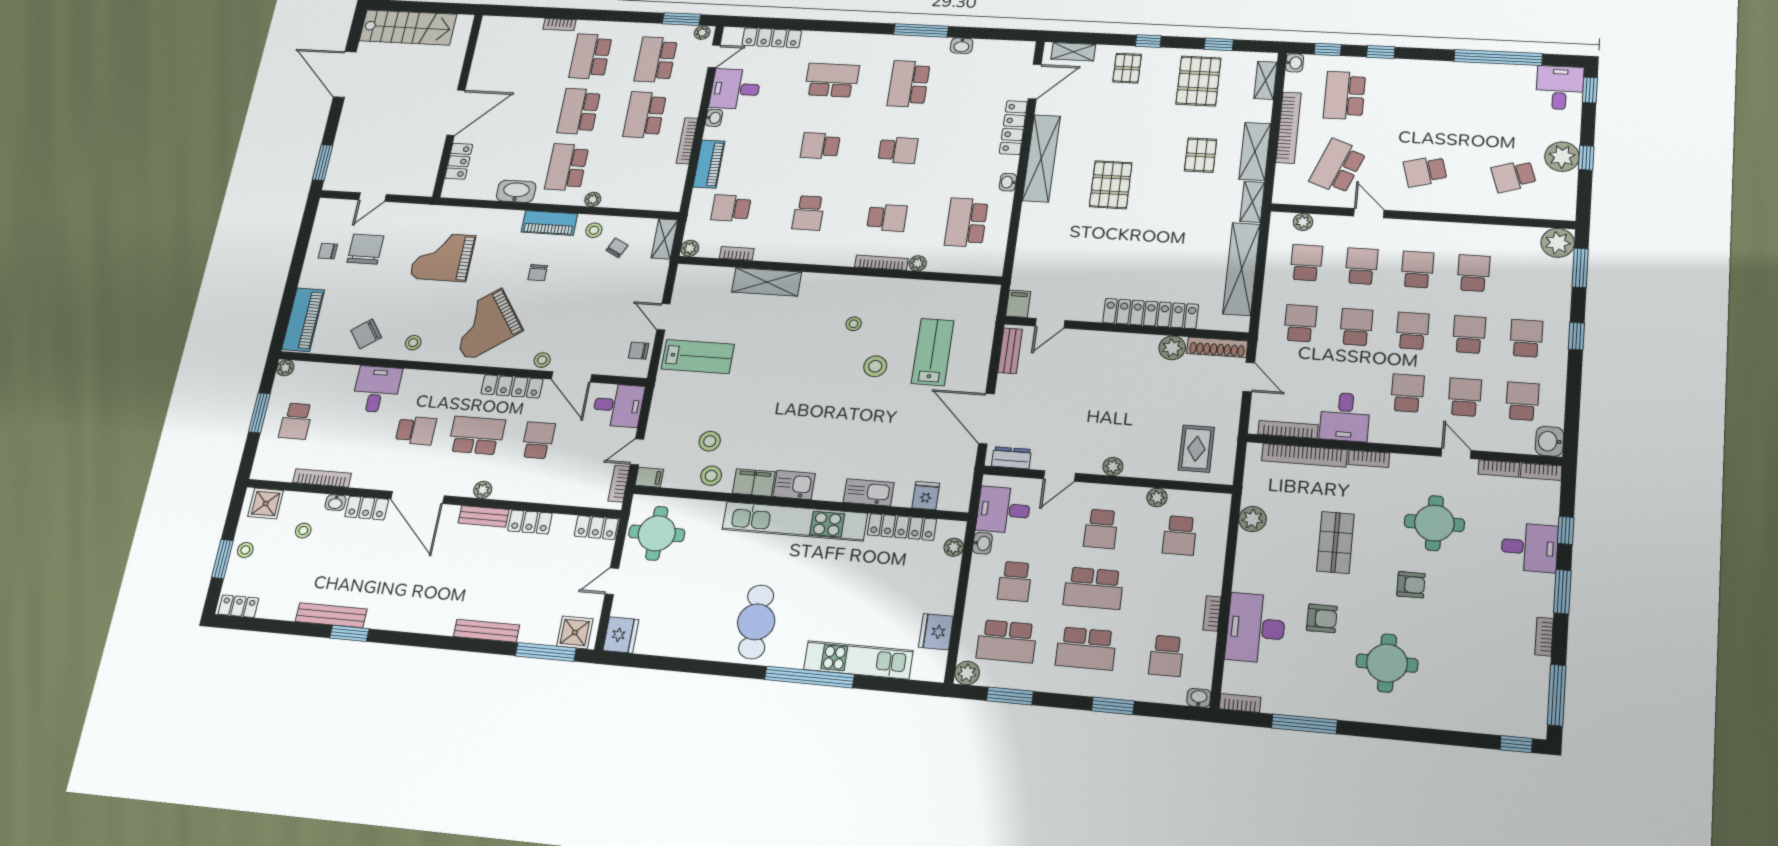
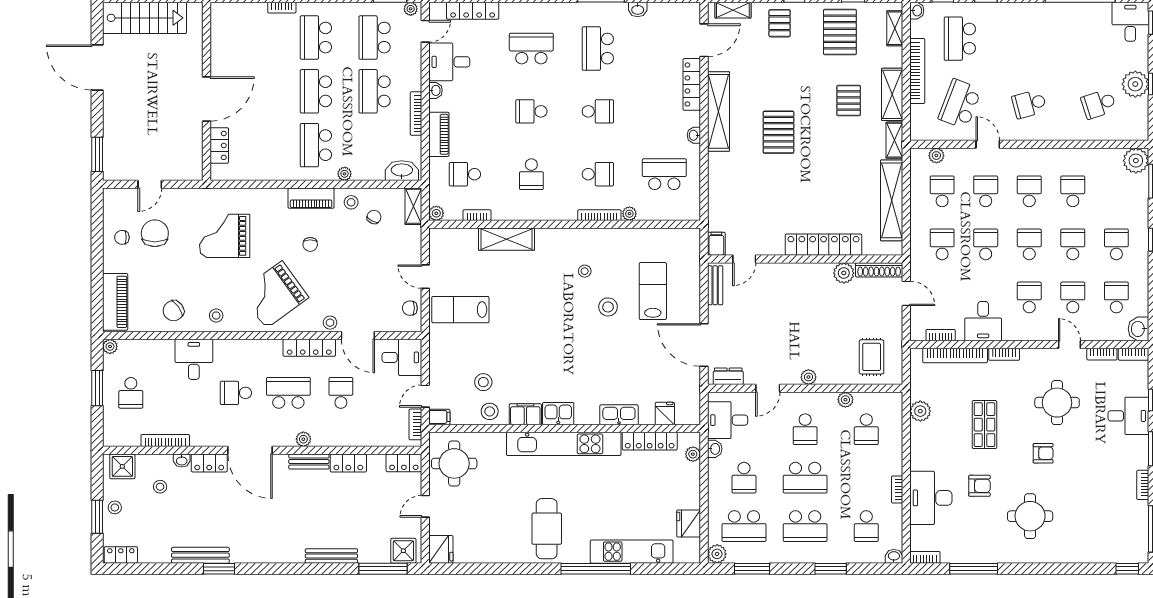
washbasin: (516, 191) -> (402, 171), moved
school desk: (966, 223) -> (664, 174), turned 90
lab bench: (698, 357) -> (460, 310), turned 180
bookcase: (1288, 429) -> (941, 335), width x0.64
school desk: (416, 431) -> (236, 393), turned 180

